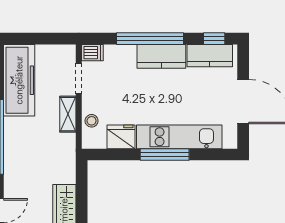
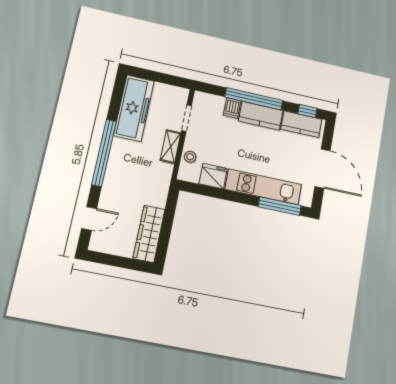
dishwasher: (92, 53) -> (232, 108), moved, turned 90
window: (165, 154) -> (280, 206), moved

